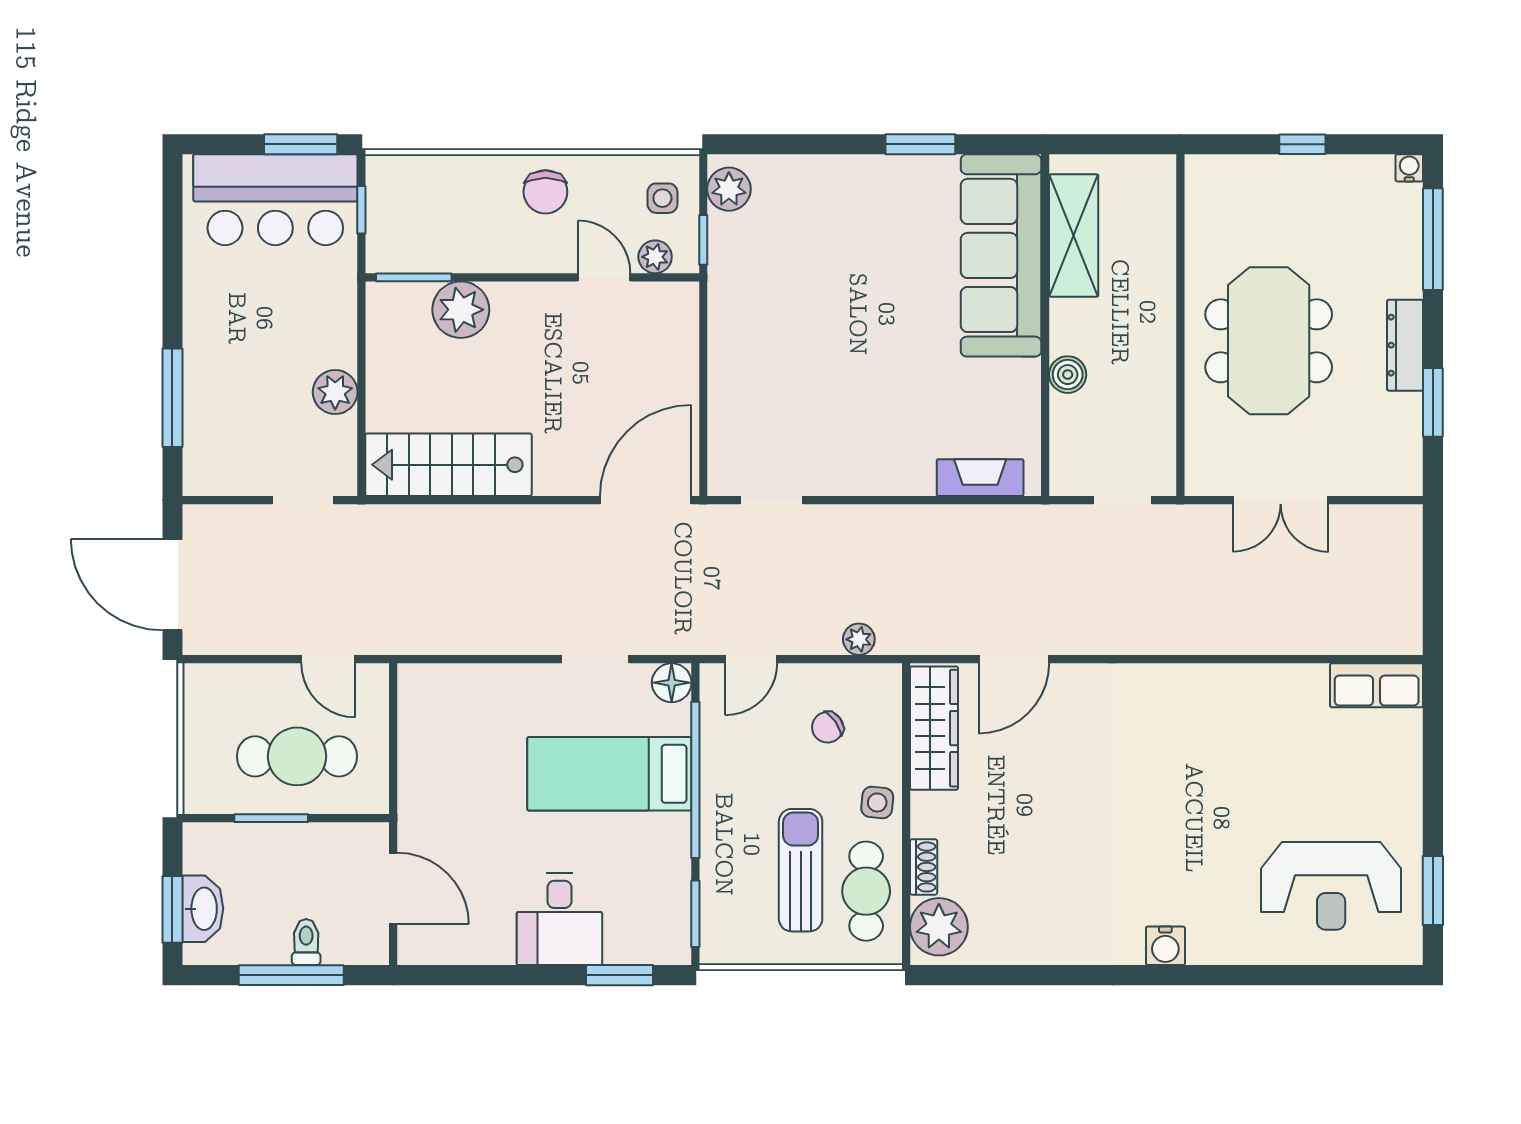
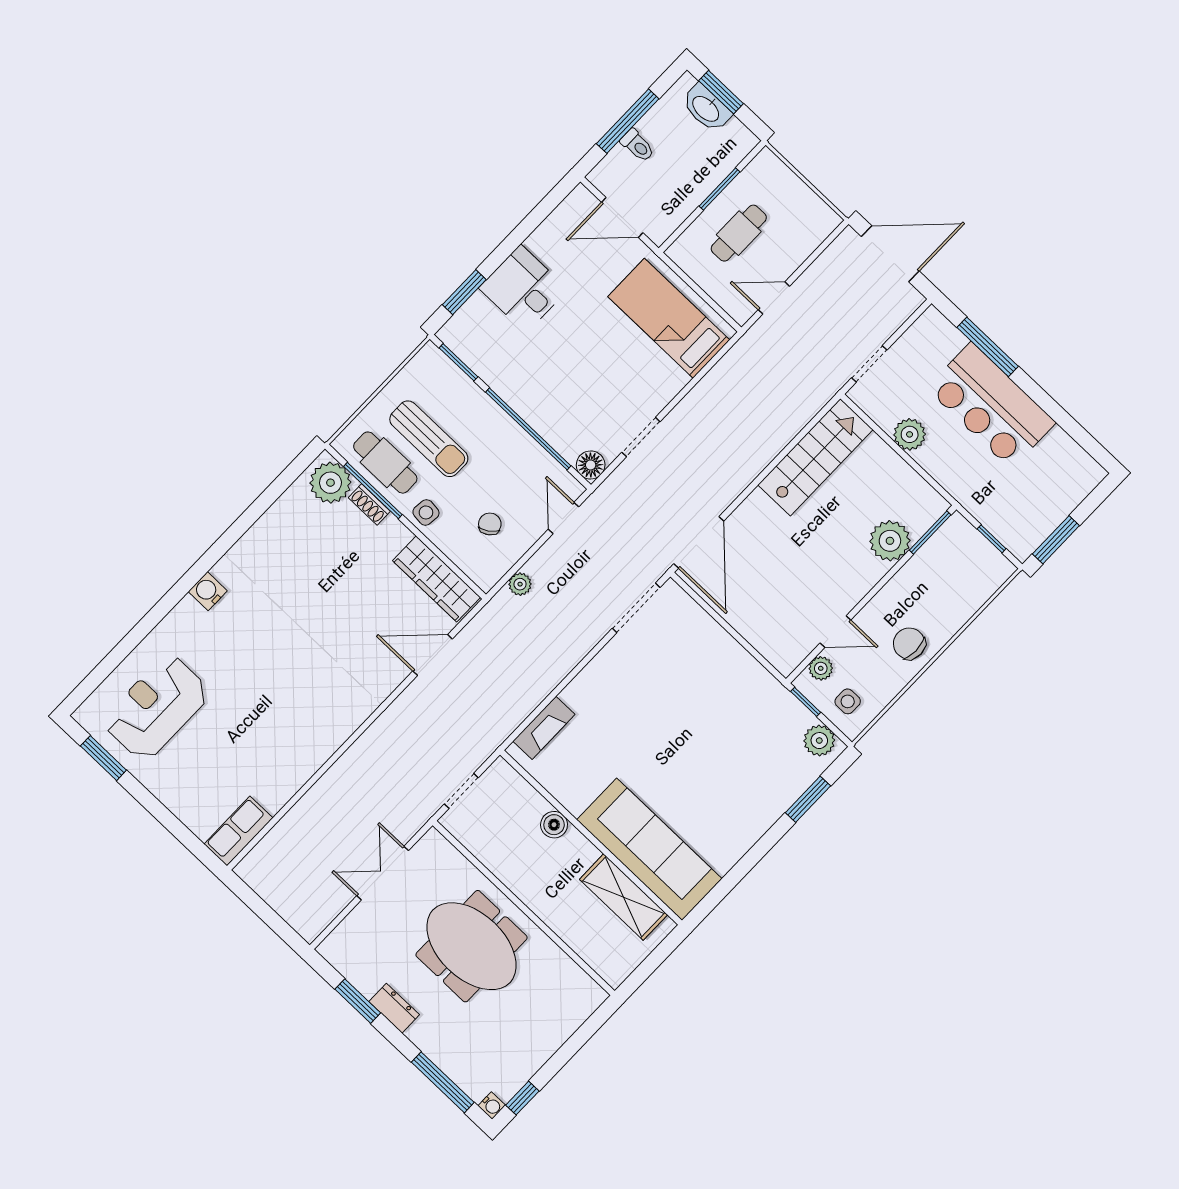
window: (920, 144) -> (808, 799), moved
window: (1302, 144) -> (522, 1098), moved
bar counter: (275, 200) -> (991, 406), moved, turned -90
dresser: (1405, 345) -> (394, 1008), width x0.70
doorway: (771, 500) -> (636, 608), width x1.38
door: (1014, 659) -> (433, 655), hinge flipped
cafe table: (297, 756) -> (739, 233), width x0.73, depth x0.74
bed: (609, 774) -> (669, 318), moved, turned -90
window: (906, 877) -> (373, 490), added

